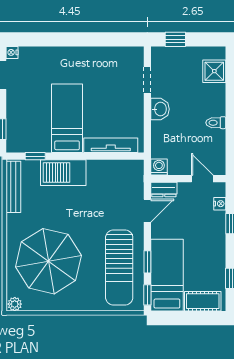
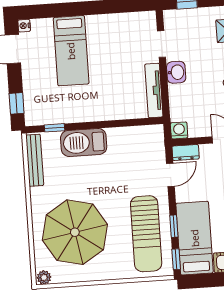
bed: (67, 118) -> (71, 51), moved, turned 180
tv unit: (111, 145) -> (154, 90), moved, turned -90

